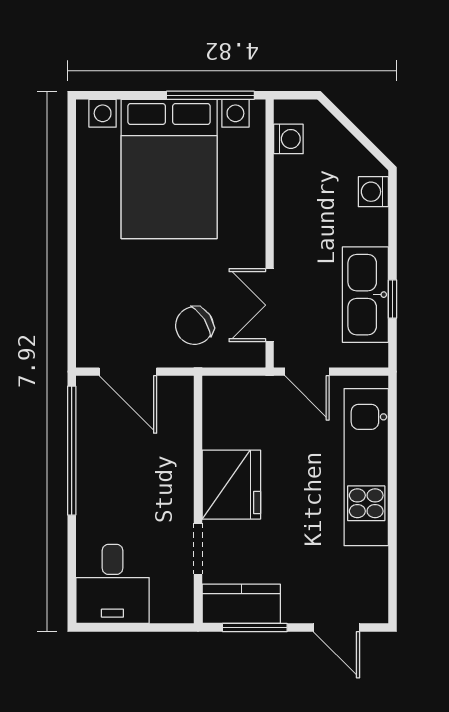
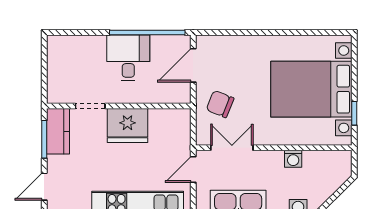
window: (210, 95) -> (354, 113), width x0.46
washing machine: (288, 139) -> (293, 159), moved
chair: (194, 326) -> (220, 104), turned -35
desk: (112, 584) -> (128, 58), moved, turned 90

